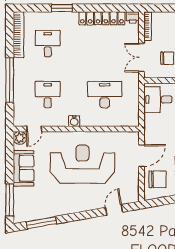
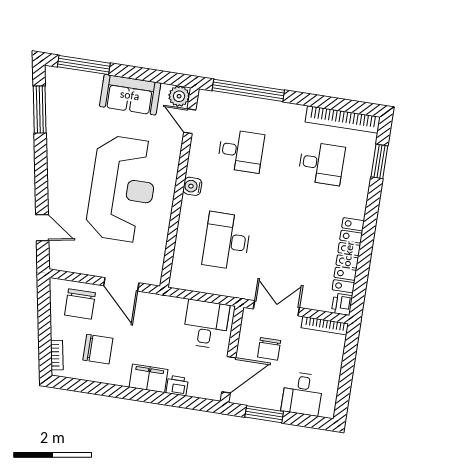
window: (62, 8) -> (379, 161), moved
window: (10, 80) -> (248, 90), moved
desk: (105, 95) -> (227, 241), turned 180

